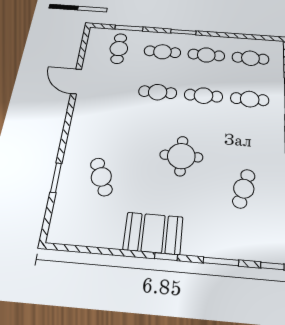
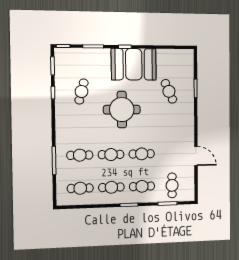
round table: (181, 156) -> (122, 110), width x1.36, depth x1.36
booth: (153, 233) -> (134, 64), width x1.36, depth x1.42

